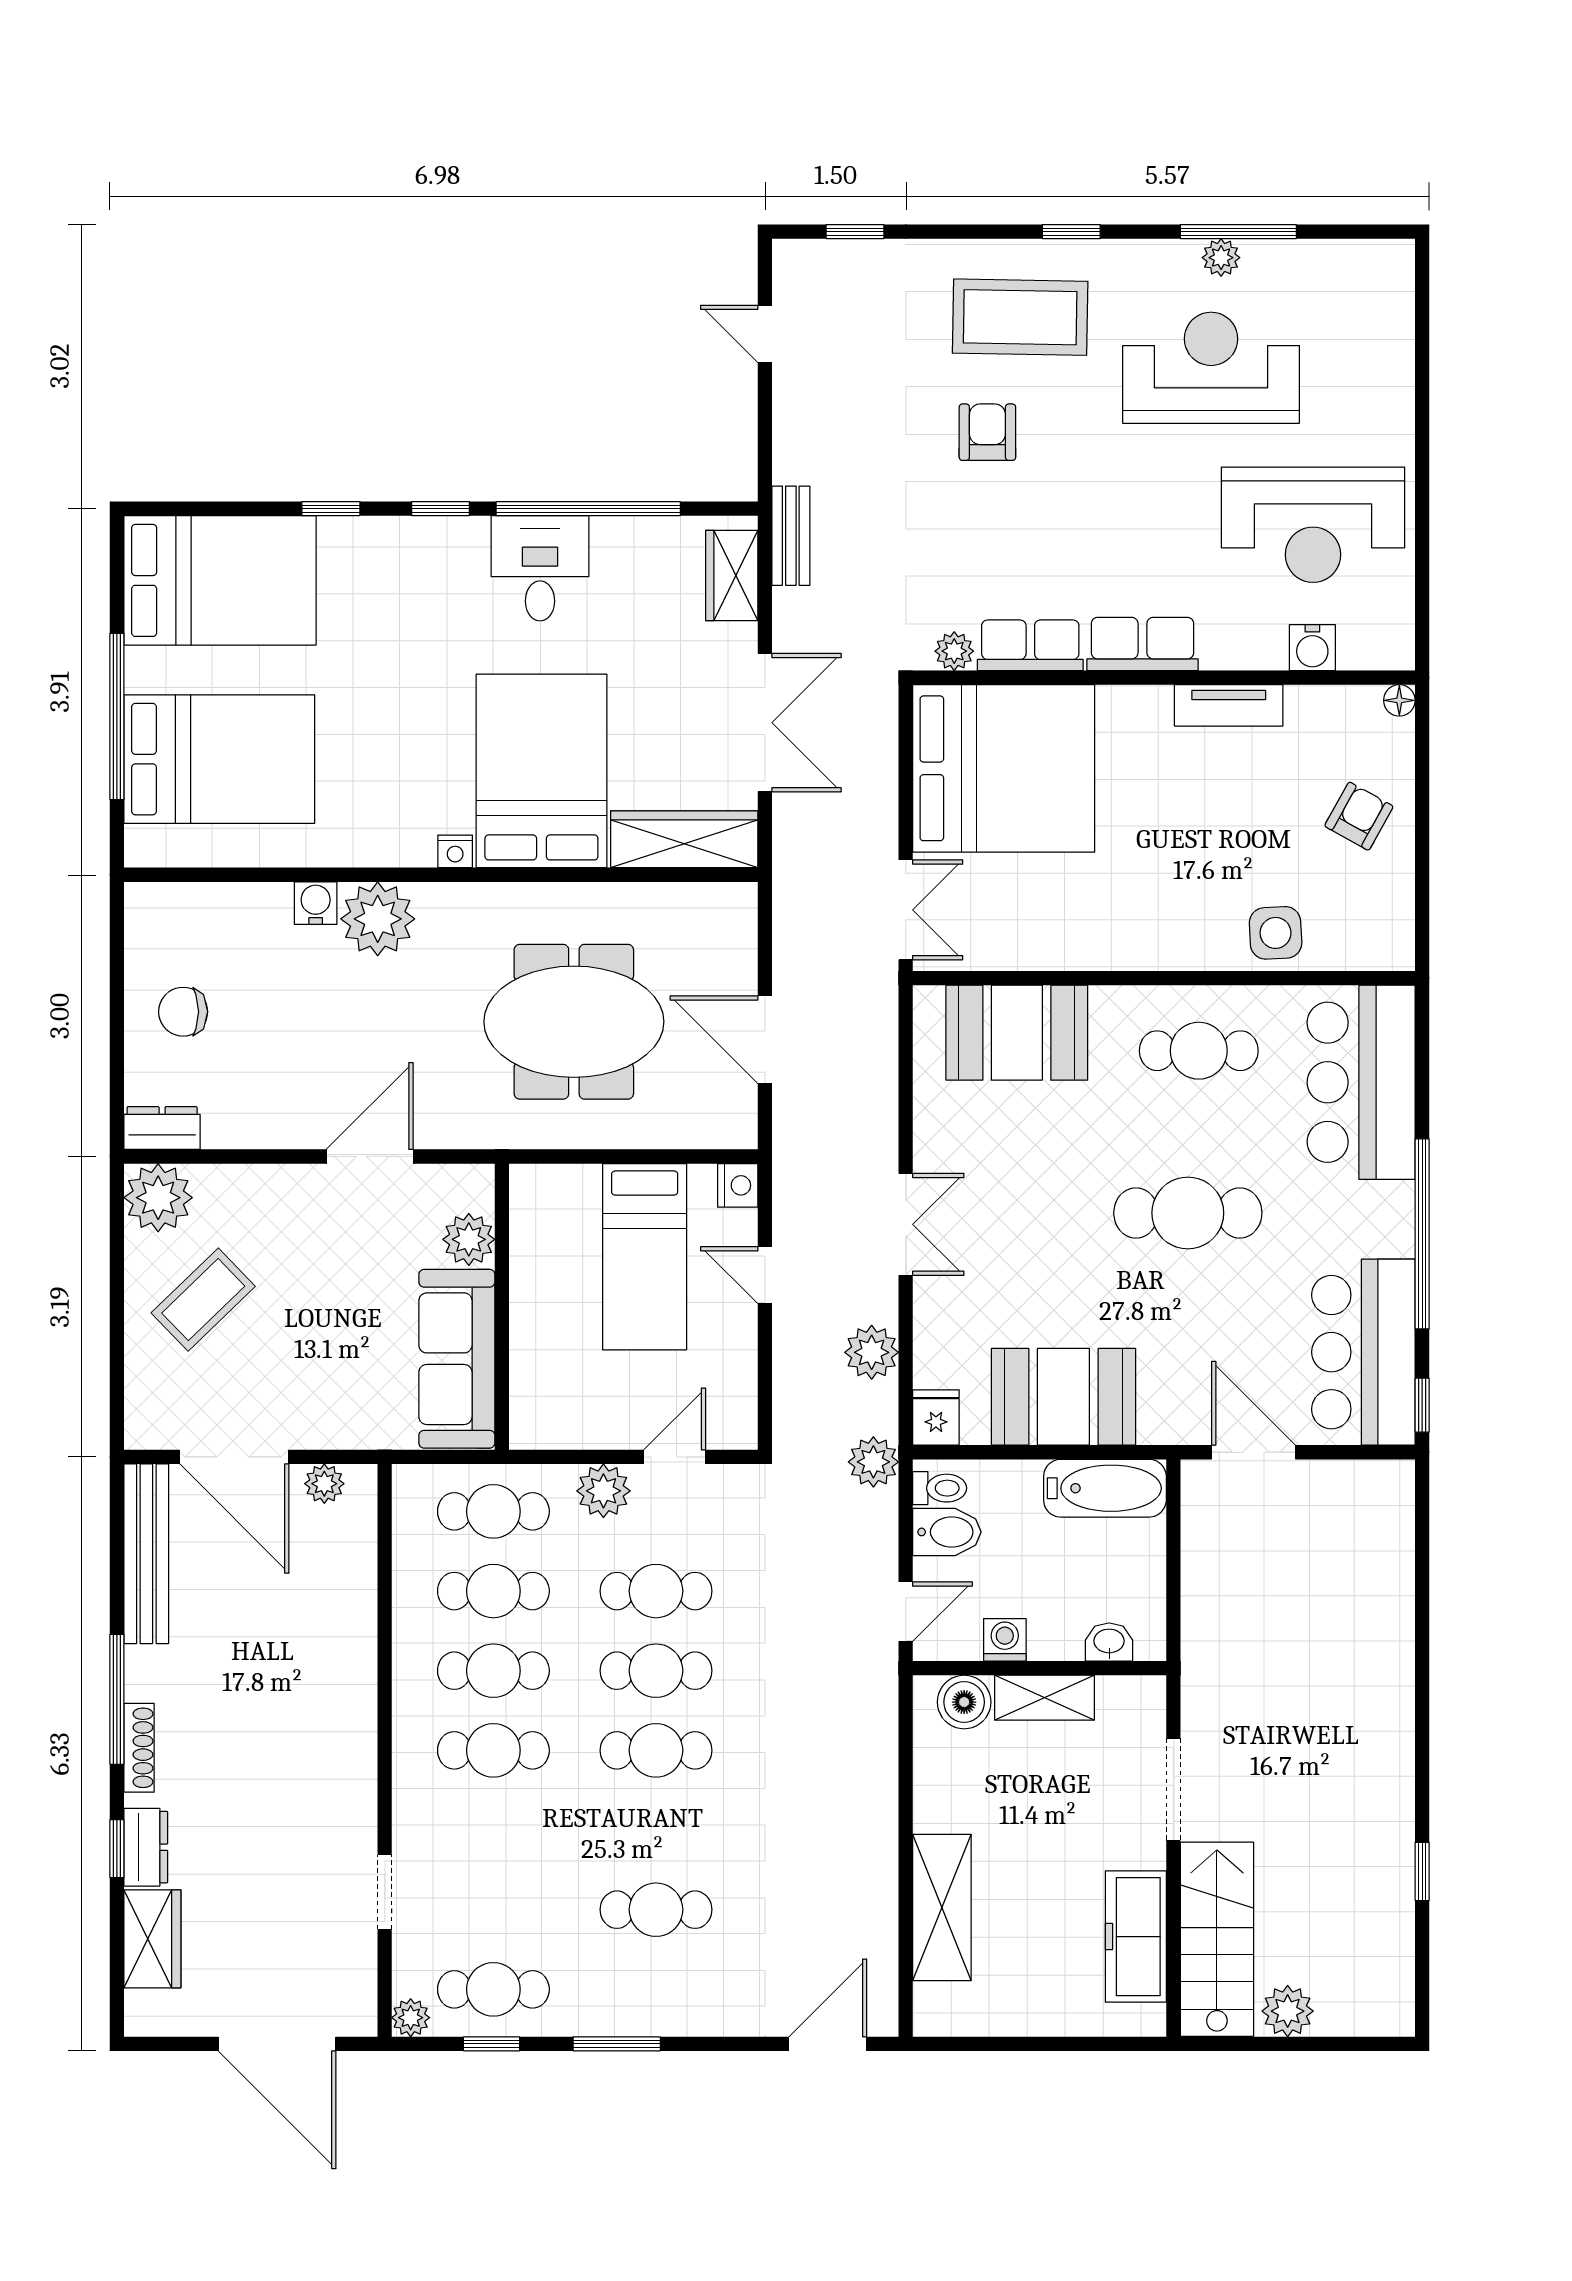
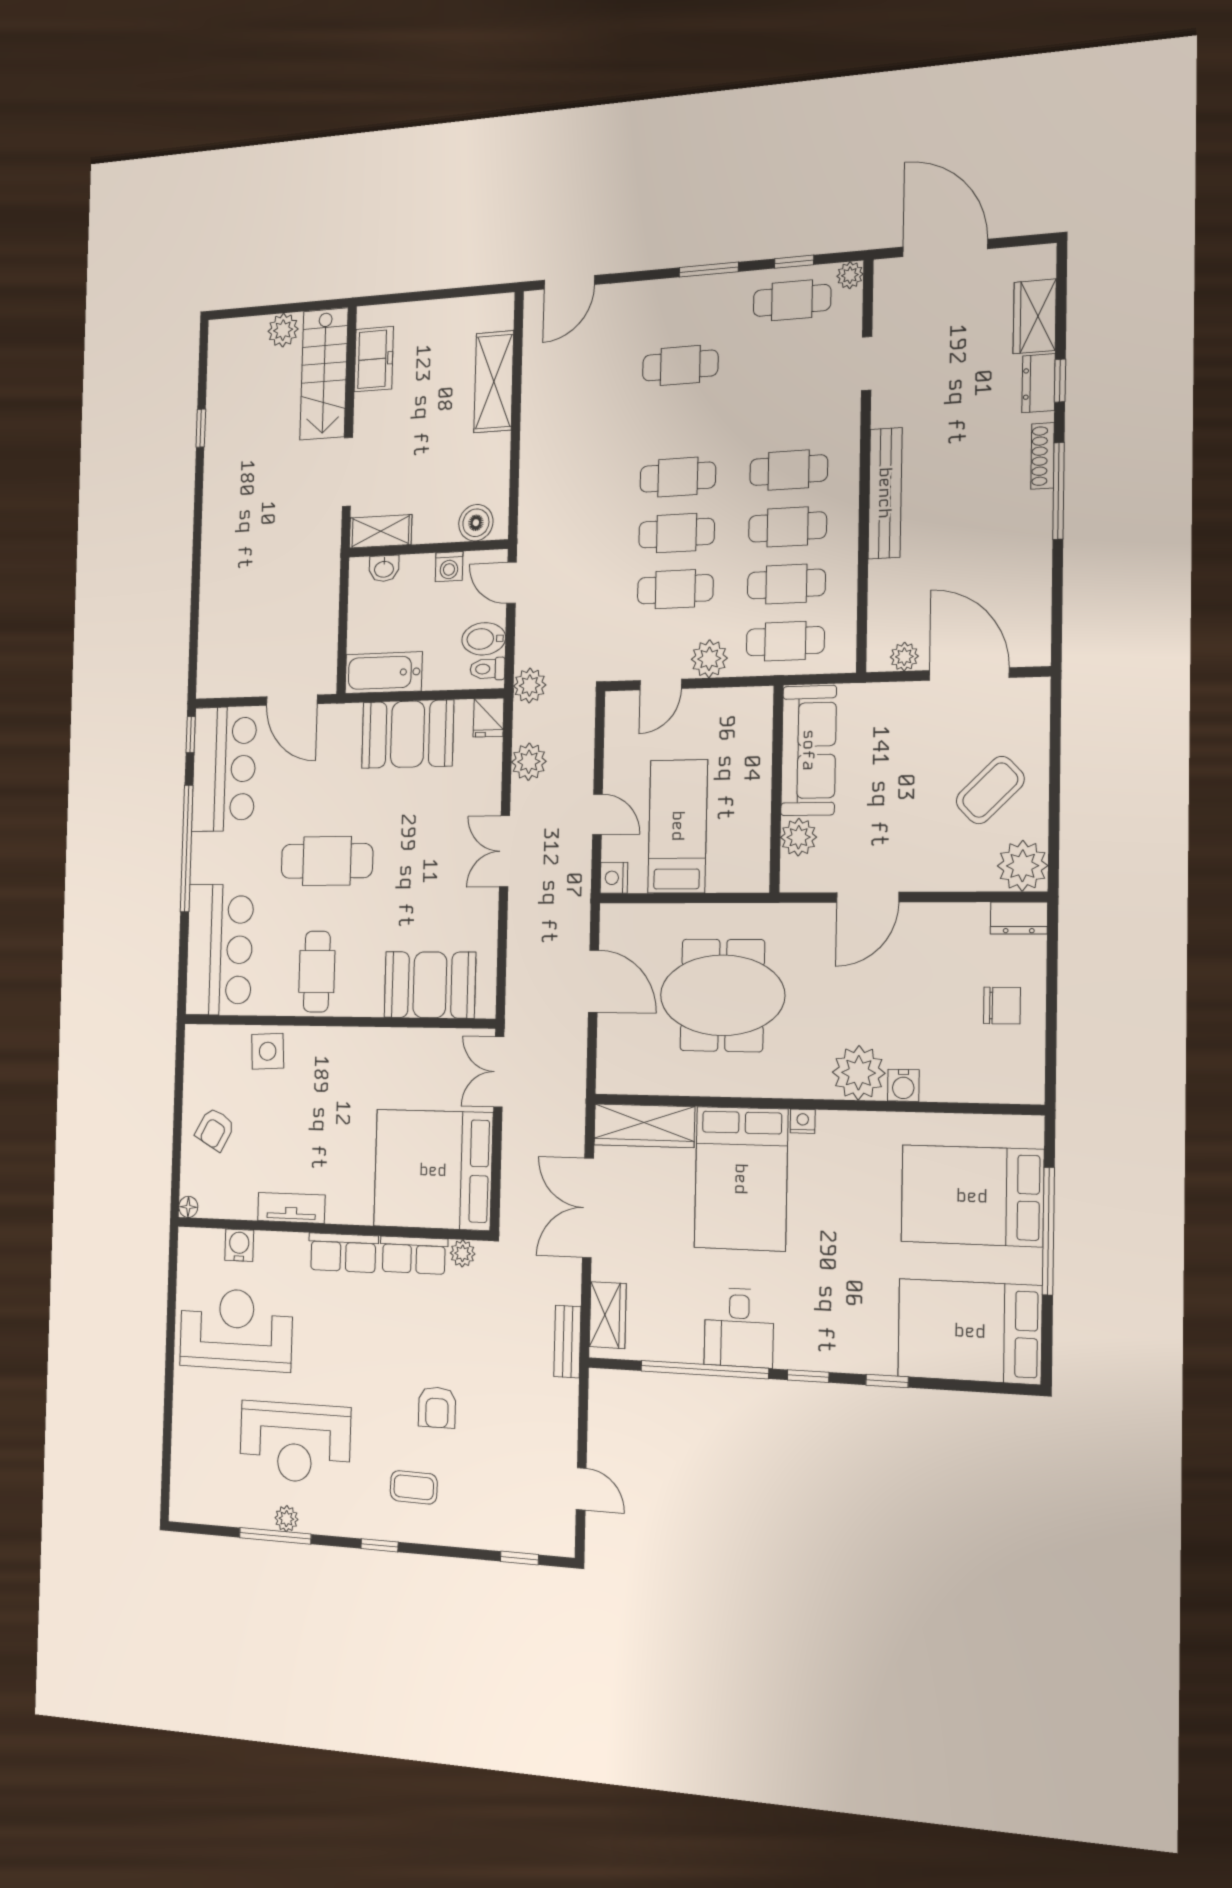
coffee table: (1020, 317) -> (414, 1487), width x0.54, depth x0.58
cafe table: (1199, 1051) -> (317, 972), turned 90
bench: (146, 1554) -> (885, 493), moved
door: (906, 1612) -> (512, 583), hinge flipped
shelving: (1044, 1698) -> (381, 531), moved
freezer: (1136, 1937) -> (374, 359), width x0.71

